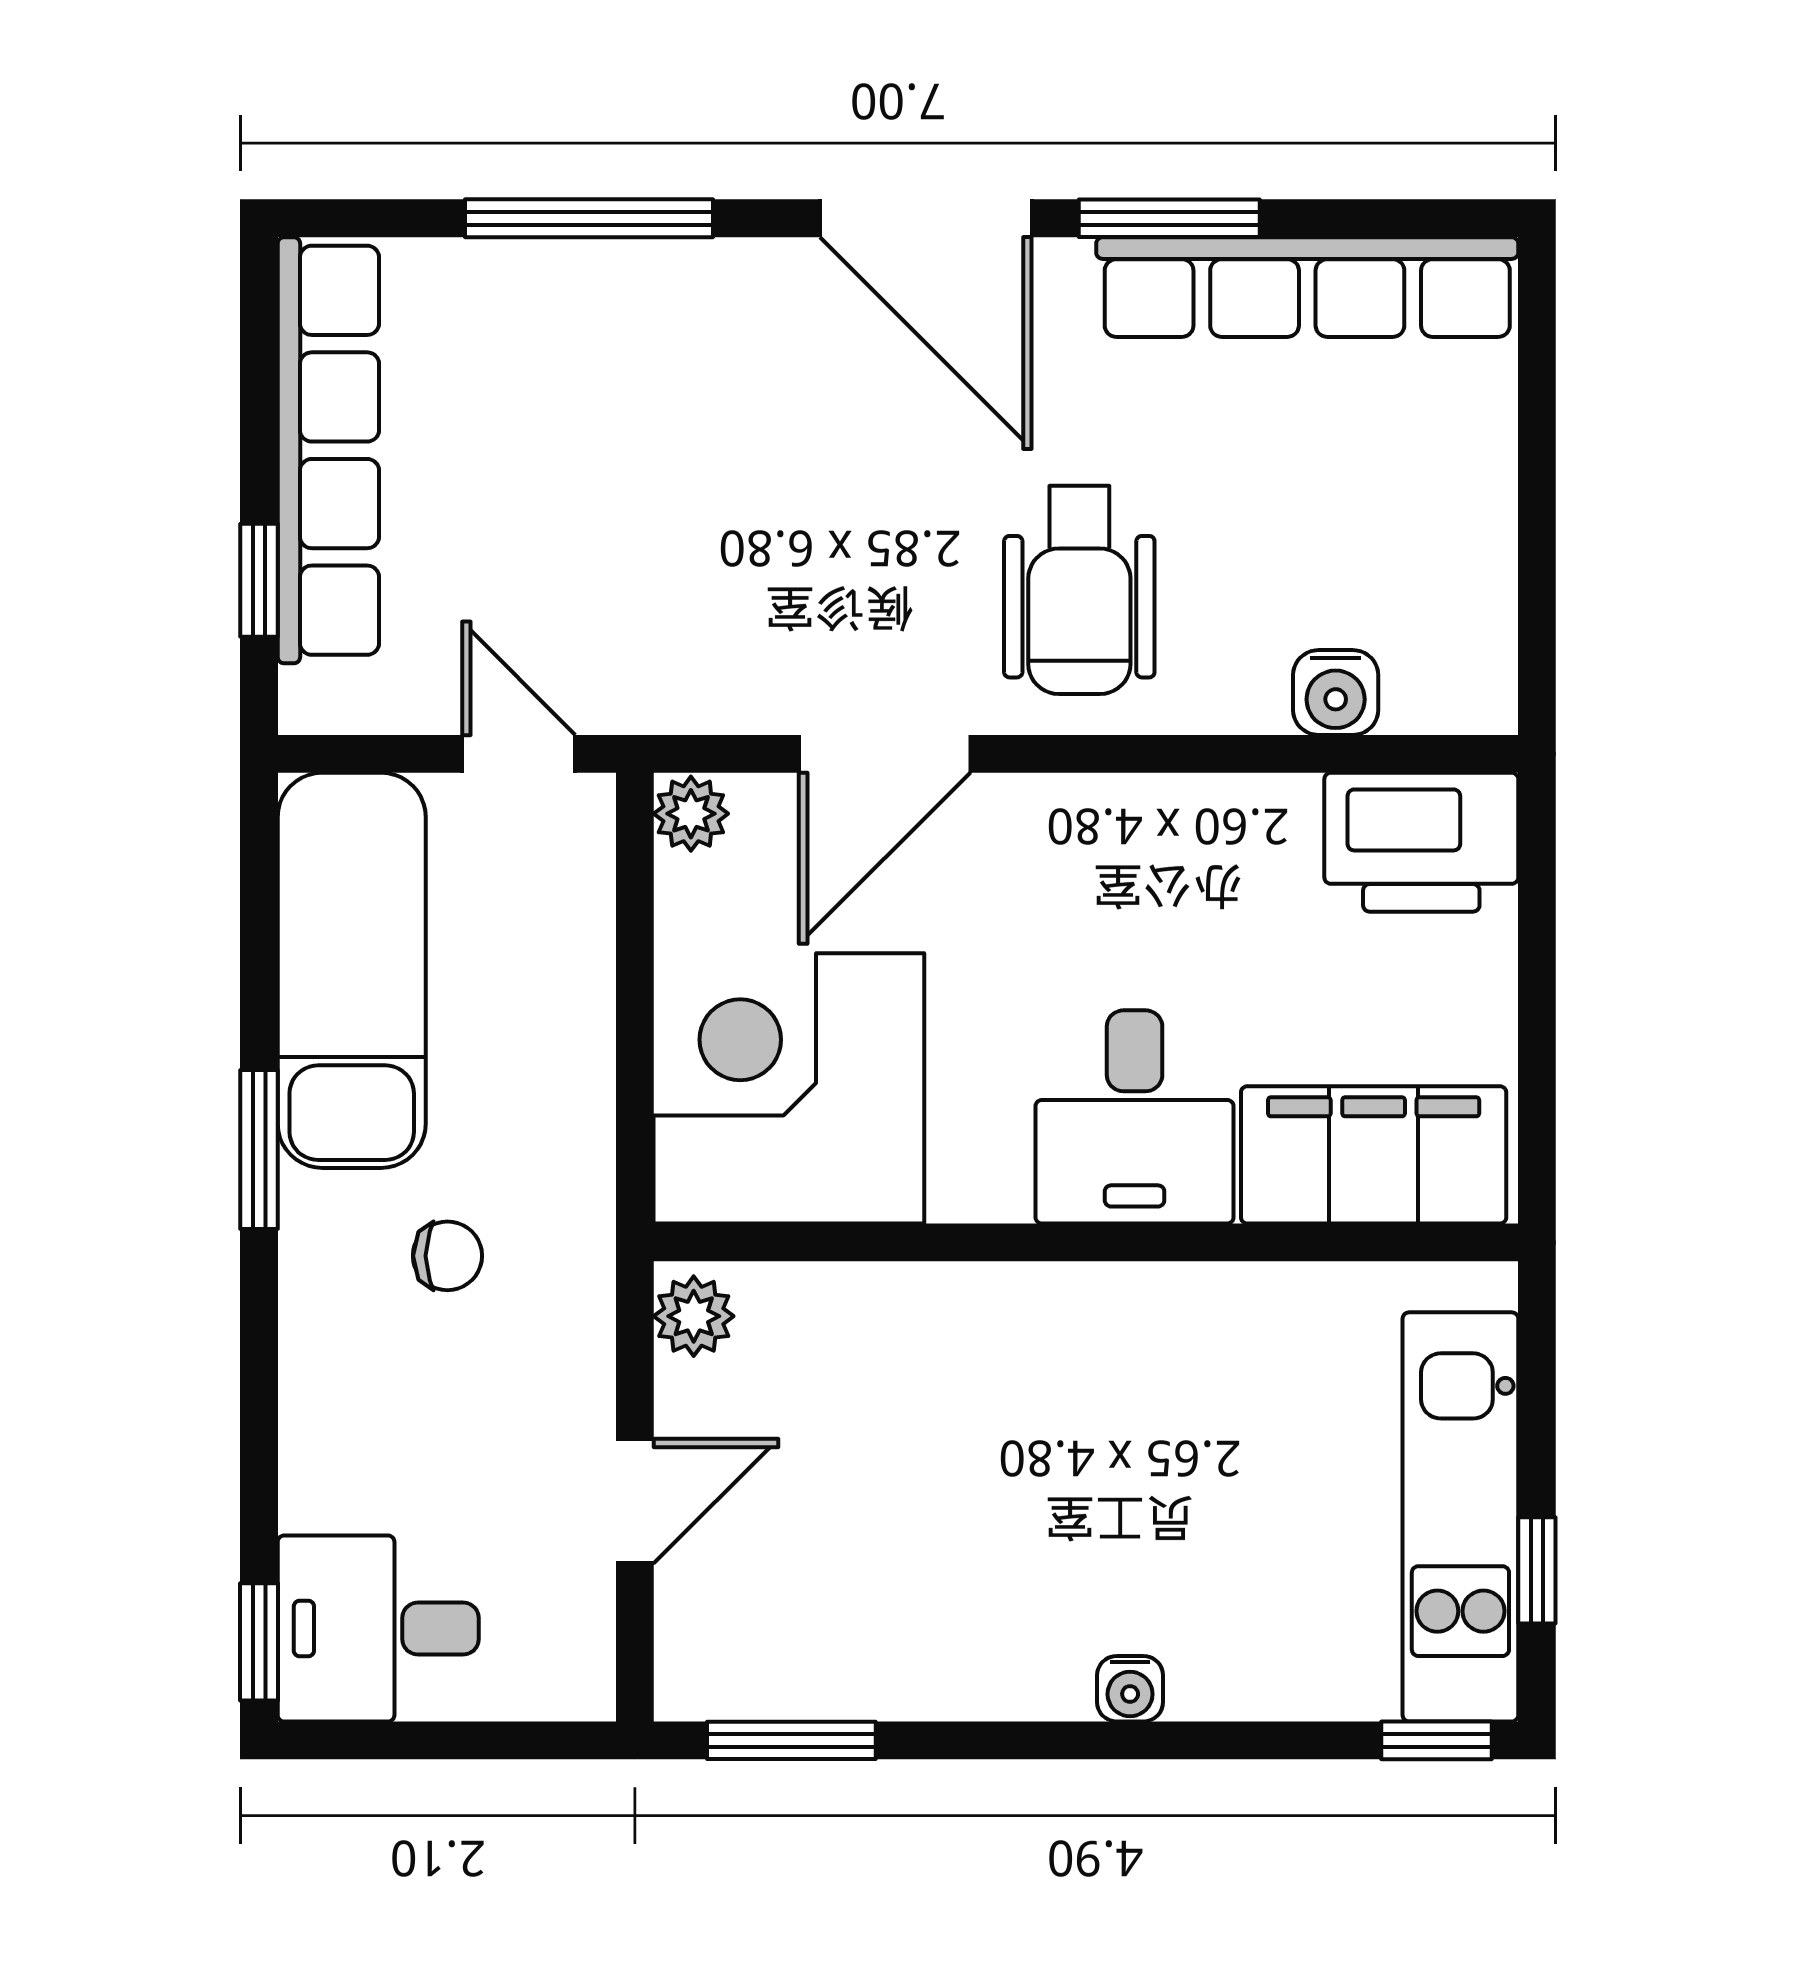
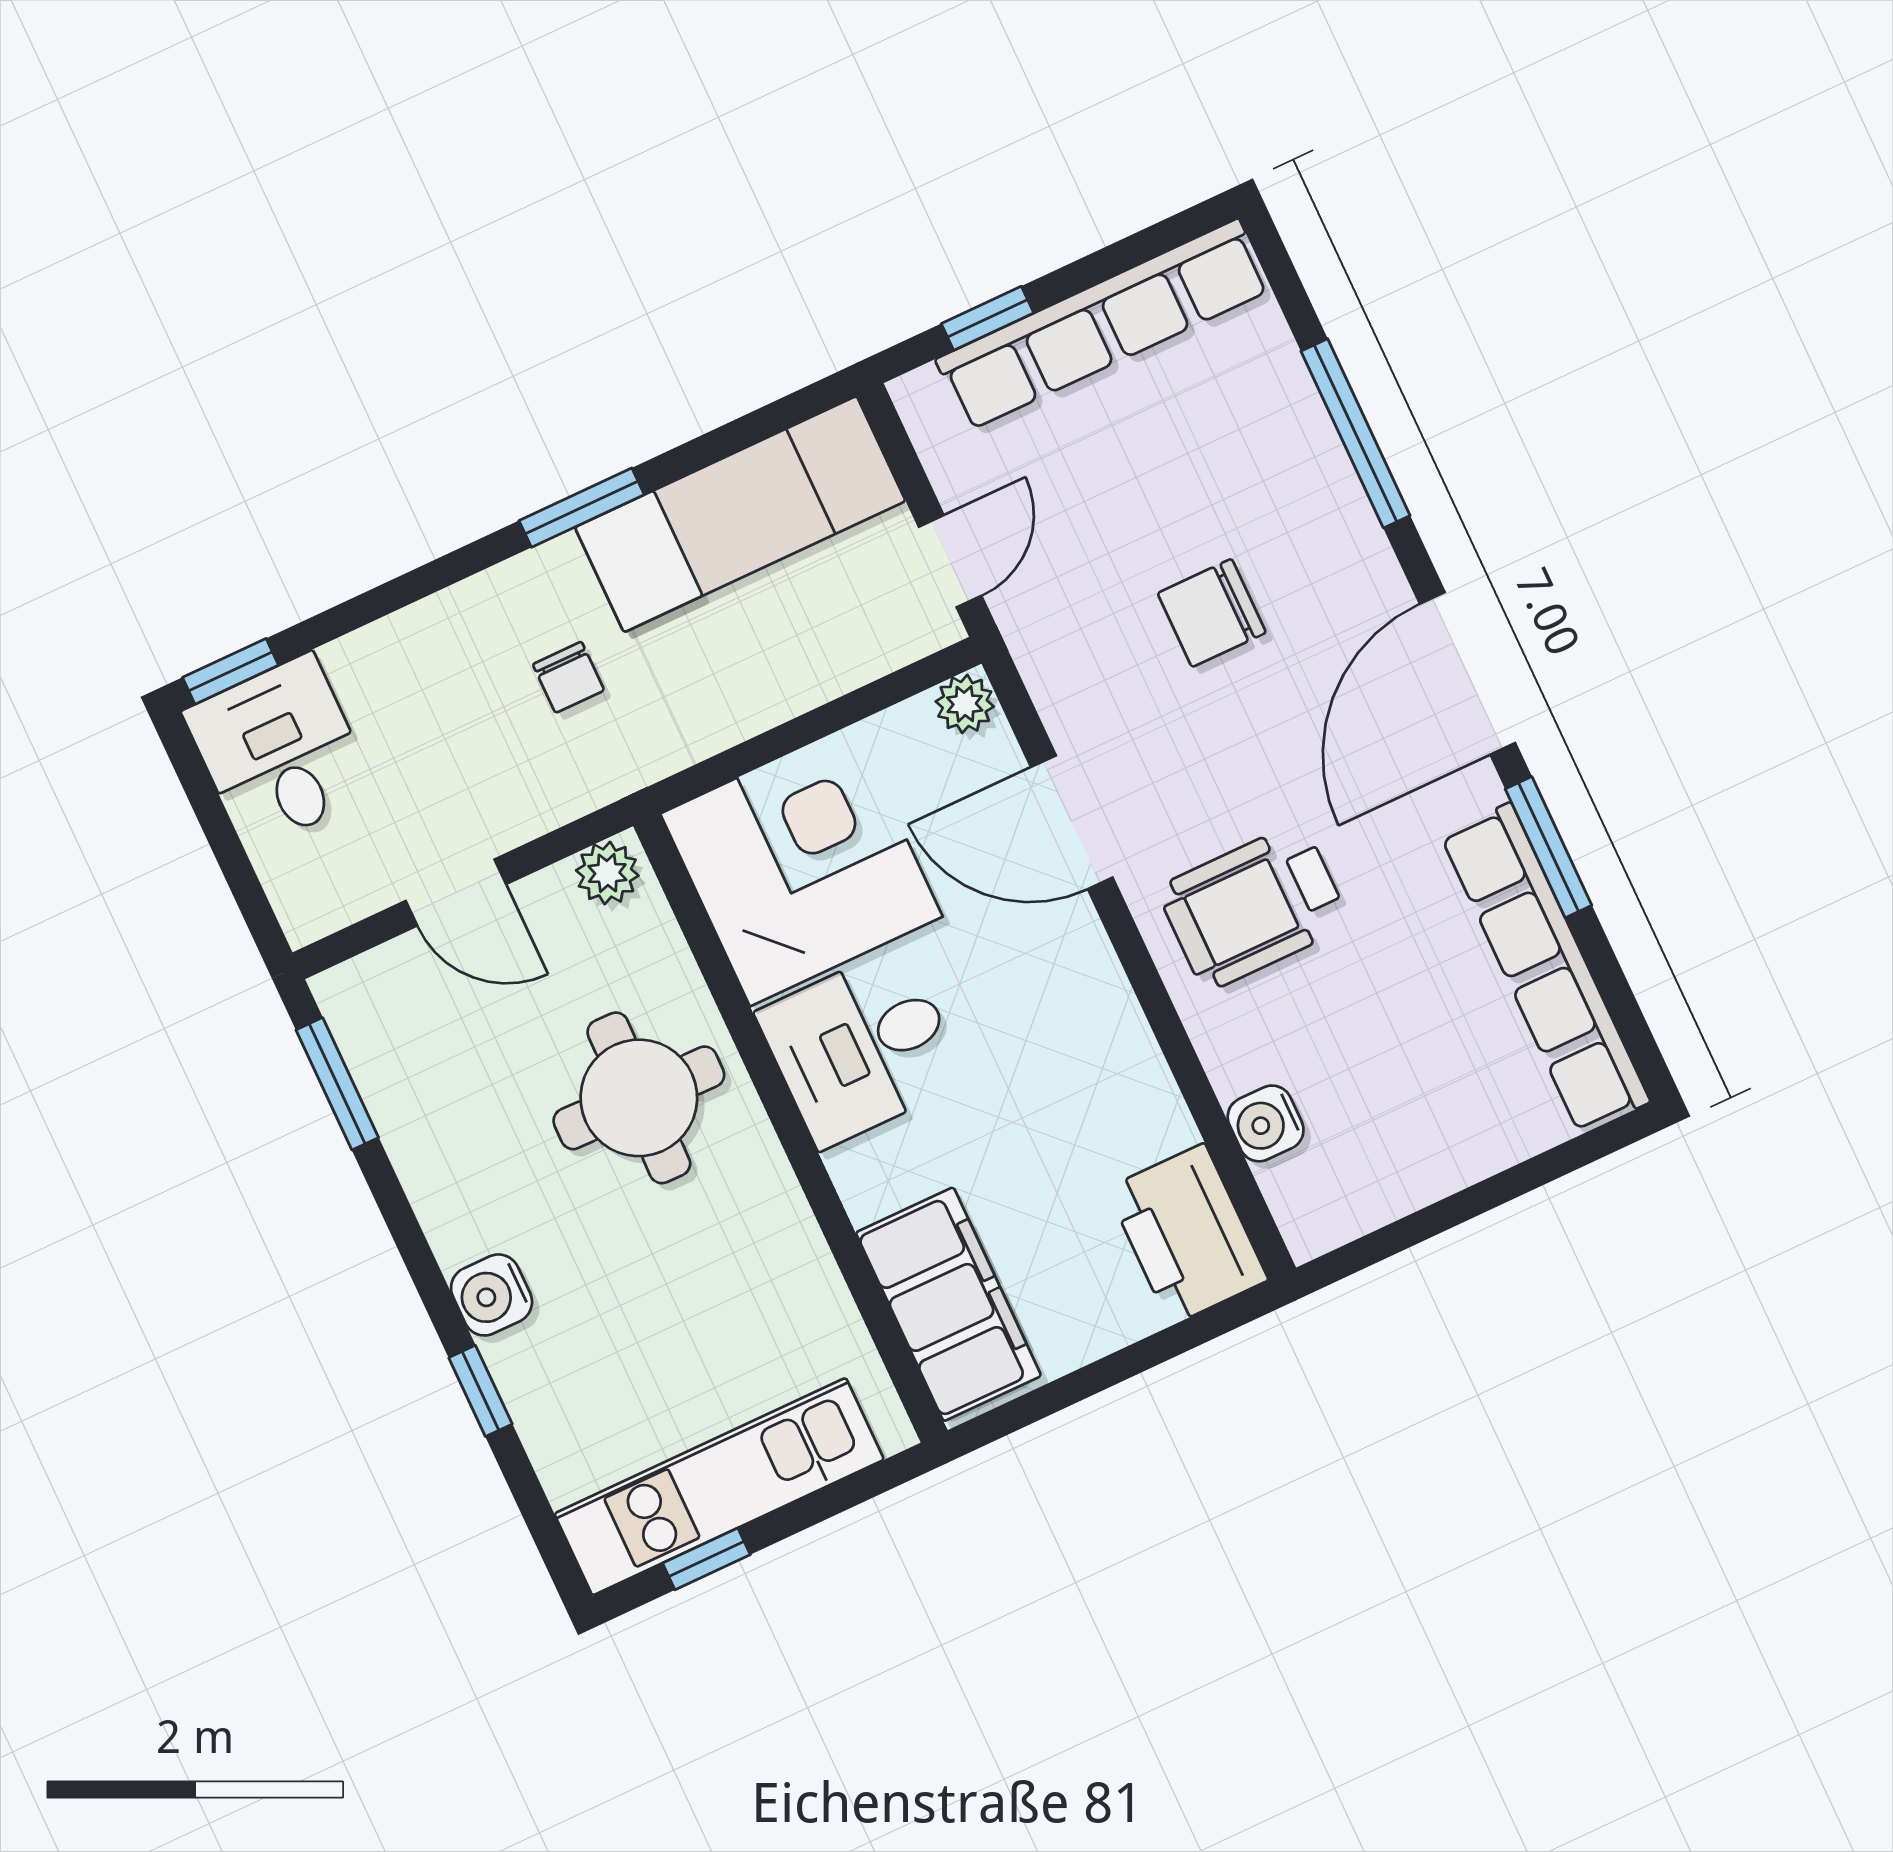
chair: (719, 480) -> (1212, 613), added
desk: (1135, 1117) -> (861, 1047), moved
round table: (970, 1401) -> (639, 1098), added
water cooler: (1130, 1689) -> (492, 1295), width x1.38, depth x1.38
window: (1436, 1740) -> (480, 1391), moved

